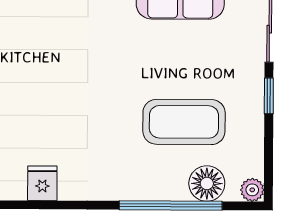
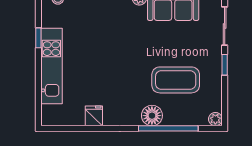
floor lamp: (207, 184) -> (152, 116), moved

